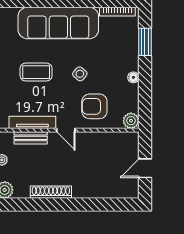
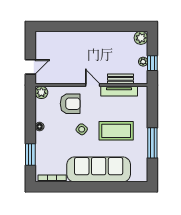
coffee table: (36, 72) -> (116, 131), width x1.36, depth x1.32
door: (145, 168) -> (30, 67), moved
shoe rack: (51, 192) -> (104, 36), removed

